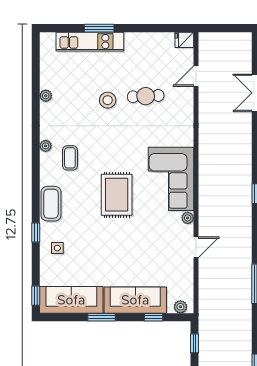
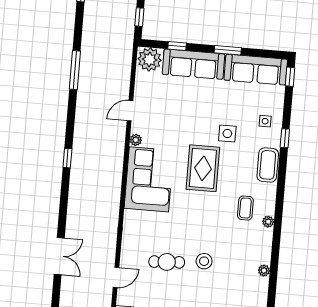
side table: (95, 232) -> (227, 133), added
plant: (180, 307) -> (150, 59), width x1.87, depth x1.87

